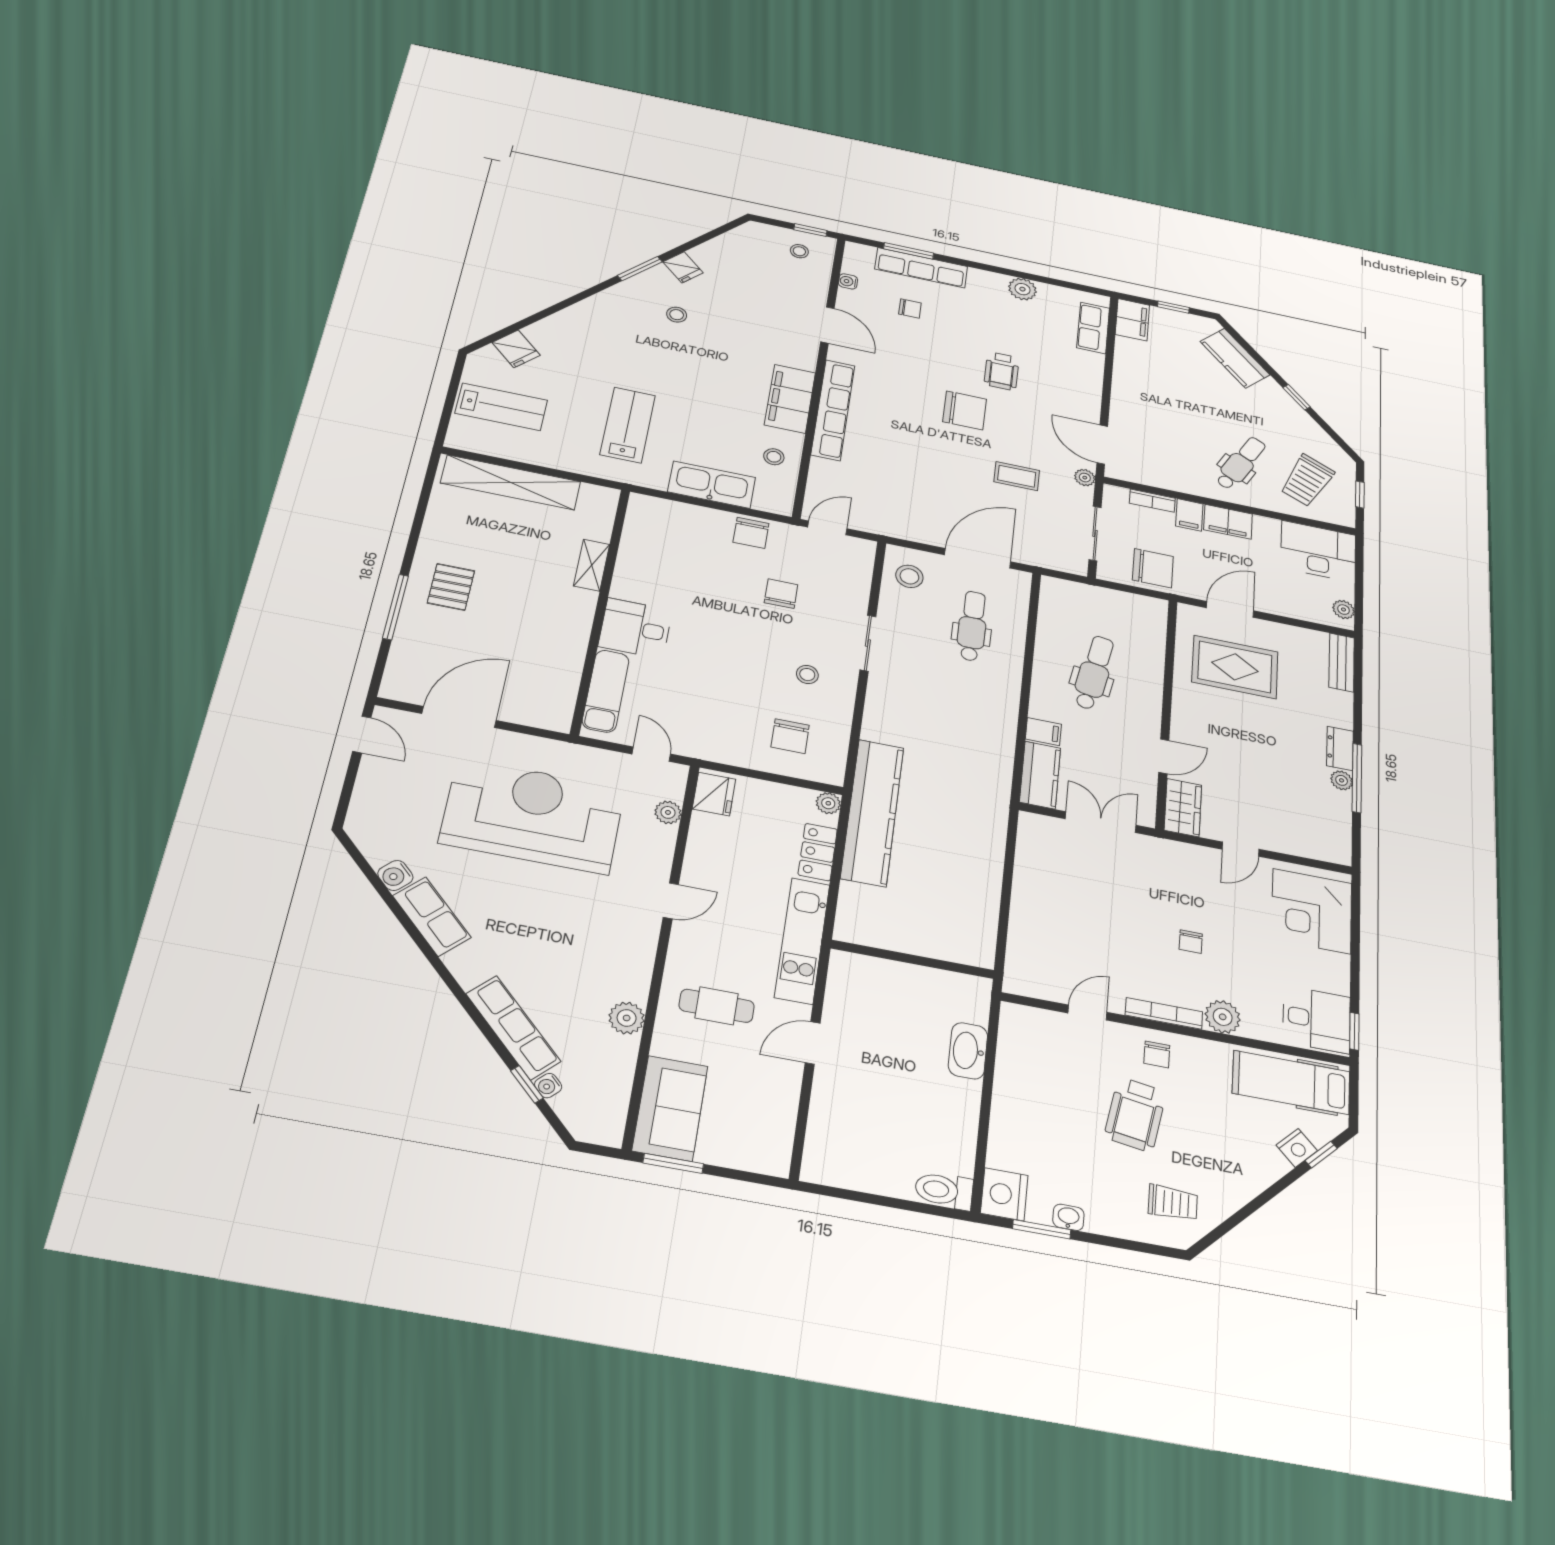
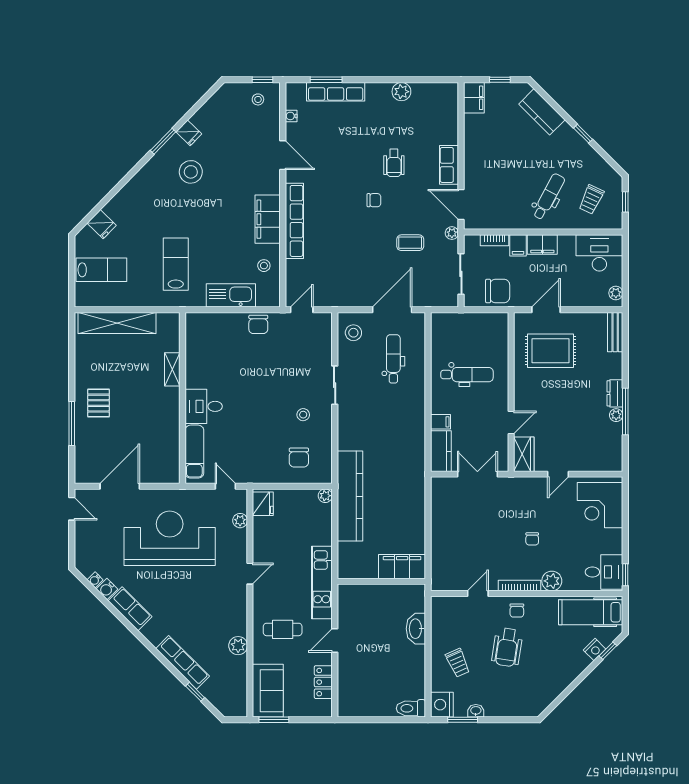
chair: (910, 308) -> (332, 128), removed
stool: (677, 315) -> (191, 172), width x1.89, depth x1.89
row of seats: (1093, 328) -> (449, 165), moved
chair: (965, 410) -> (374, 200), width x0.54, depth x0.54
trolley: (1307, 481) -> (591, 199), width x0.73, depth x0.72
chair: (781, 594) -> (281, 363), removed
dental chair: (1094, 673) -> (467, 375), turned 80
locker: (818, 852) -> (323, 682), moved
filing cabinet: (953, 942) -> (402, 567), added
water cooler: (548, 1086) -> (95, 580), moved
trolley: (1173, 1203) -> (458, 663), moved, turned 66

